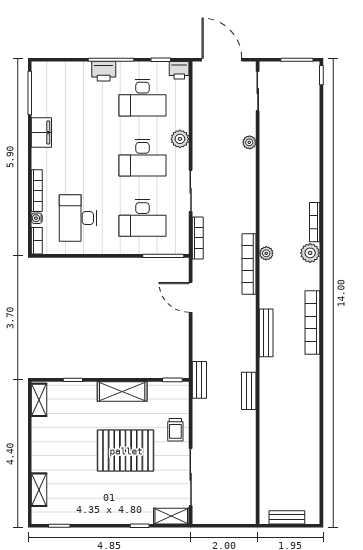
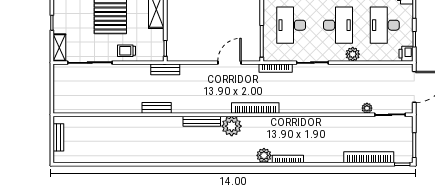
plant: (249, 142) -> (367, 108), moved
desk: (142, 158) -> (338, 25), turned 180
plant: (266, 253) -> (232, 126), moved, width x1.87, depth x1.87
bookcase: (312, 323) -> (369, 157), moved

